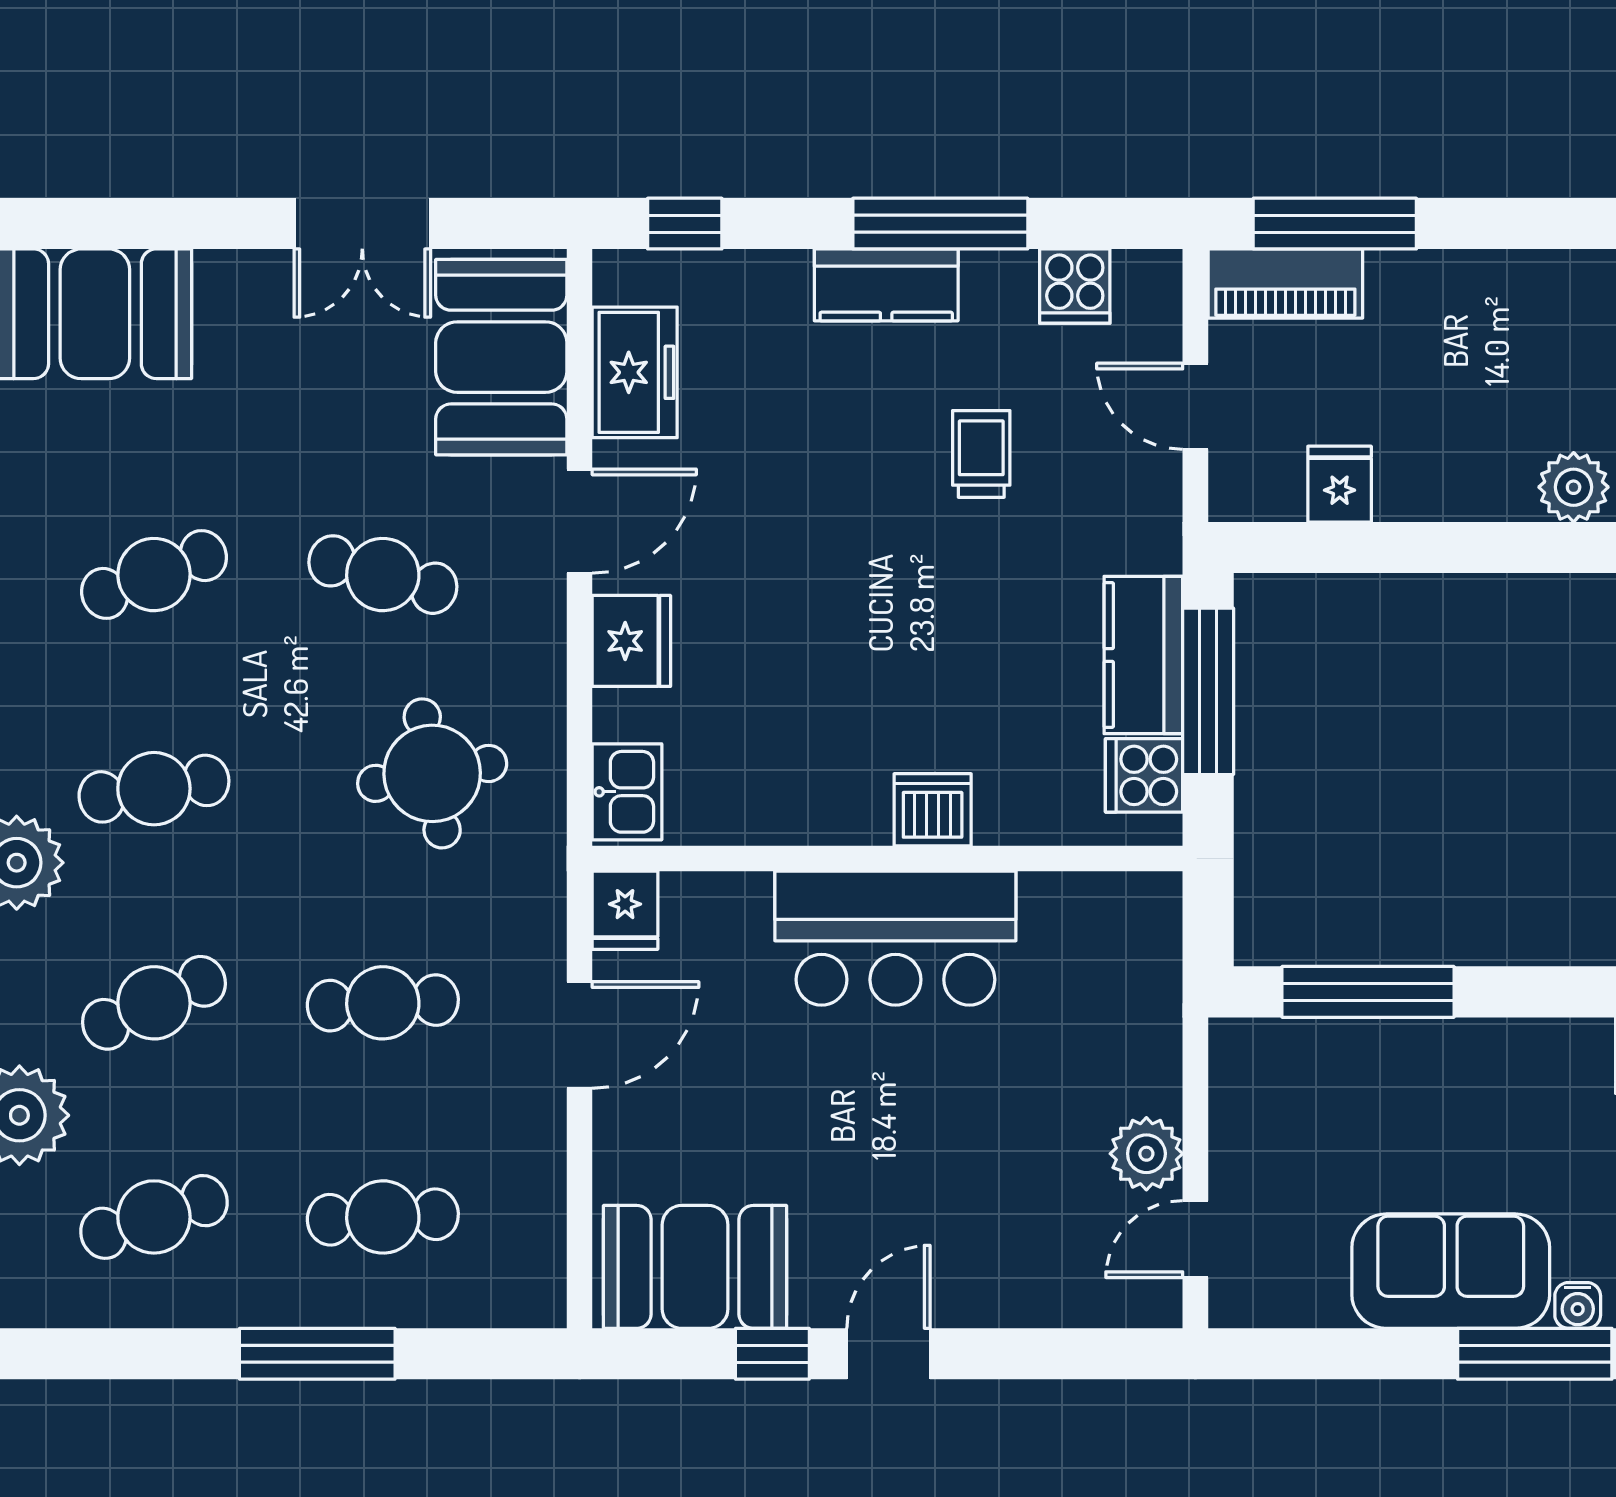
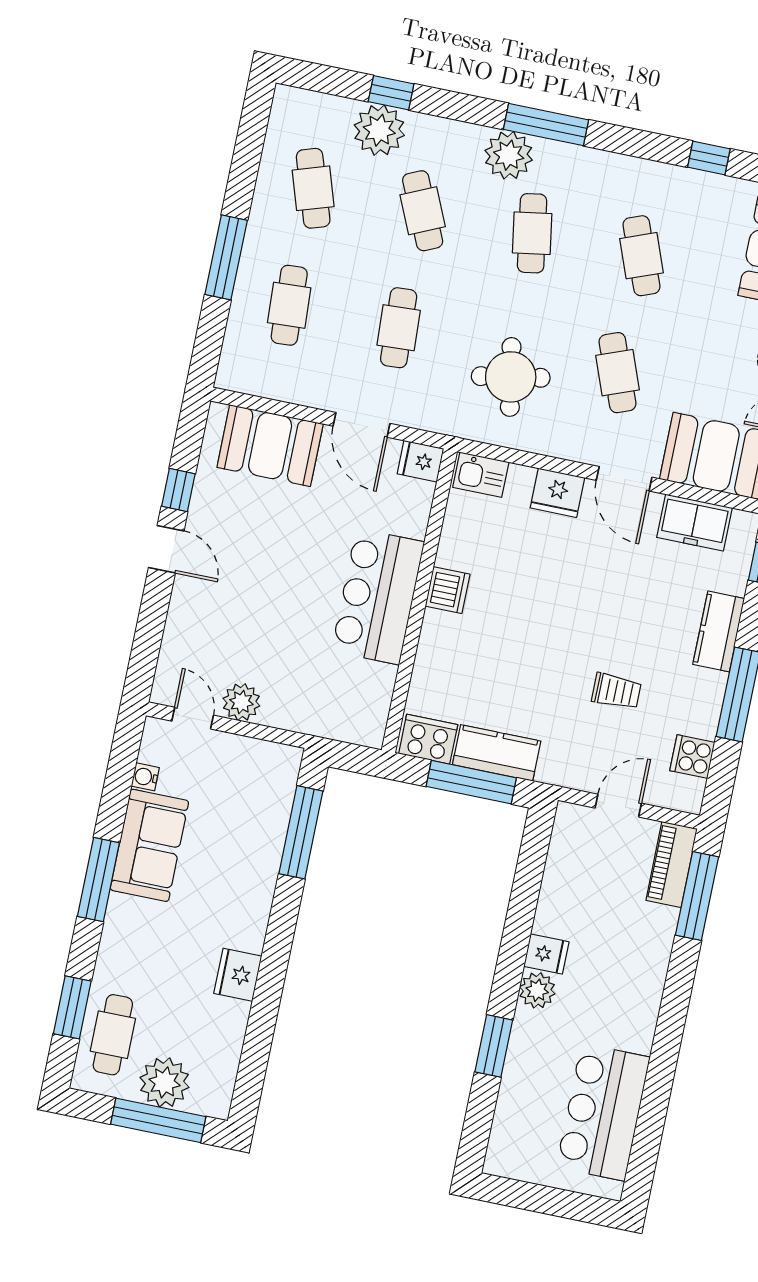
kitchen counter: (886, 285) -> (719, 631), moved
fridge: (1340, 484) -> (546, 954), moved
cafe table: (383, 575) -> (618, 373), turned -36
cooker: (1144, 775) -> (428, 739), width x1.36
dishwasher: (933, 810) -> (448, 590), moved
booth: (695, 1267) -> (270, 446), moved, turned 90
water cooler: (1578, 1305) -> (145, 777), moved

